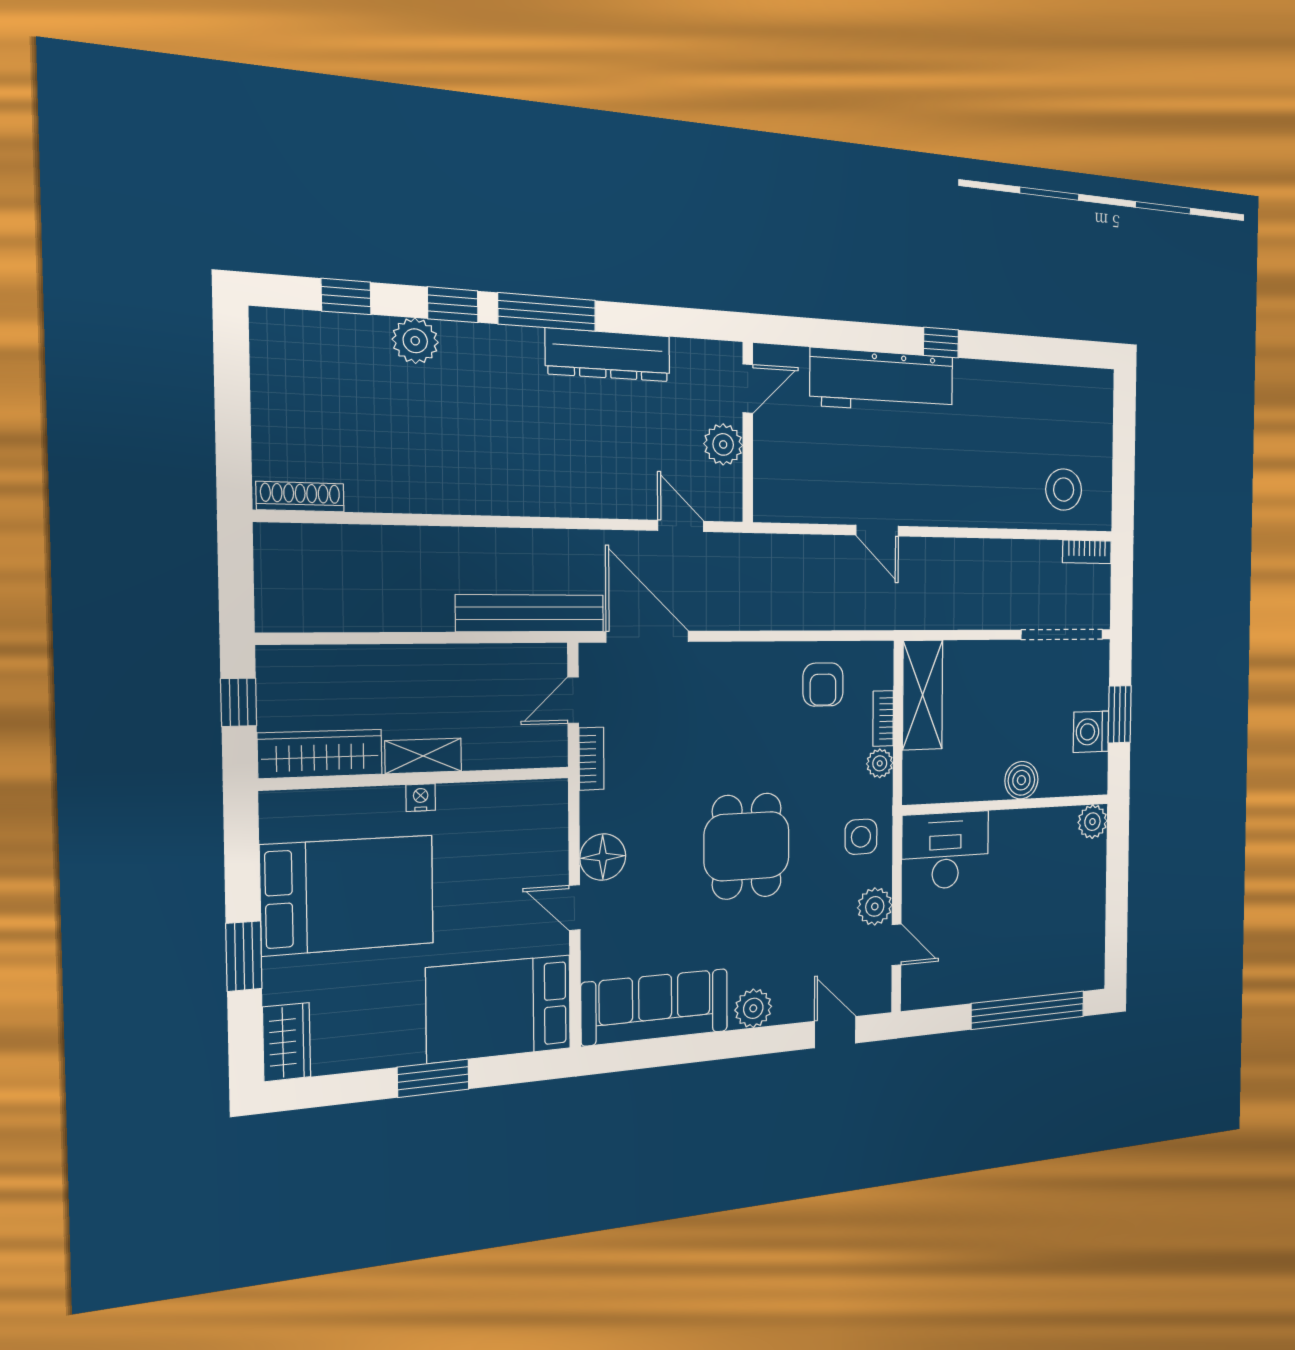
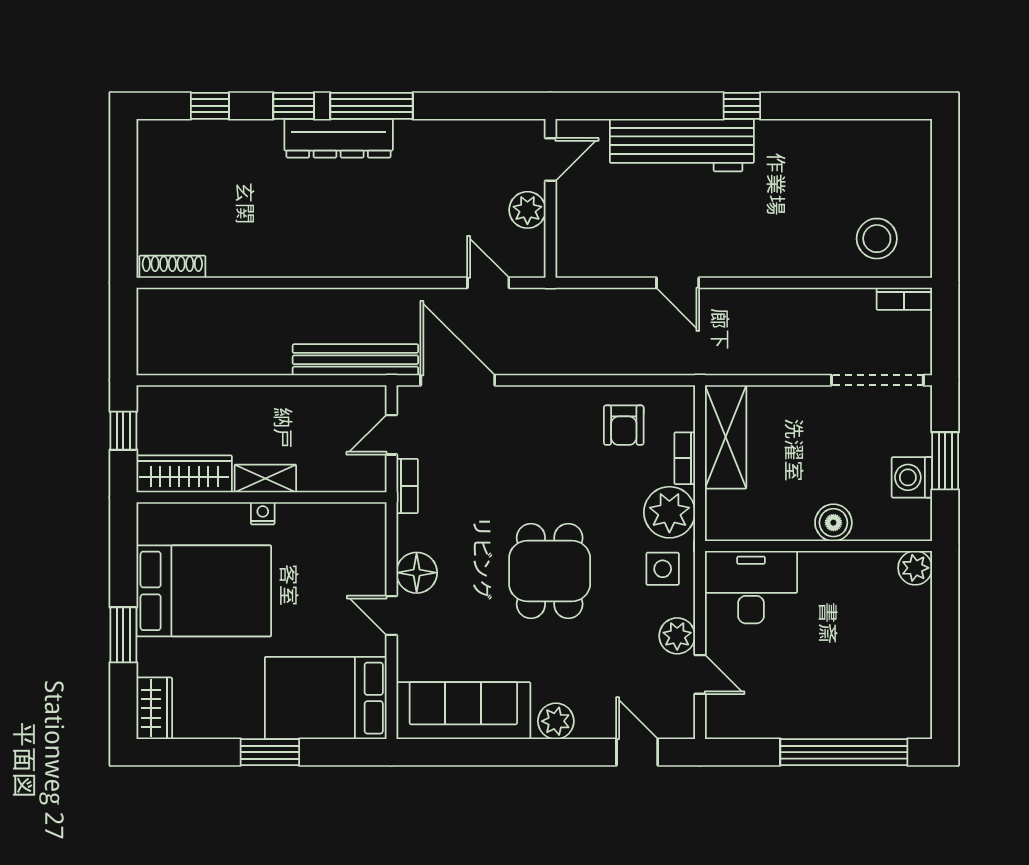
plant: (415, 341) -> (263, 137), removed
dresser: (608, 355) -> (339, 138), moved
plant: (880, 763) -> (669, 512), width x1.88, depth x1.88

